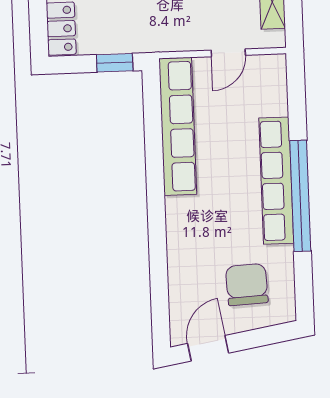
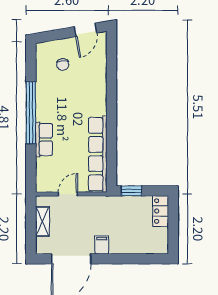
row of seats: (276, 181) -> (44, 140), width x0.50
chair: (247, 285) -> (63, 64), width x0.54, depth x0.54

